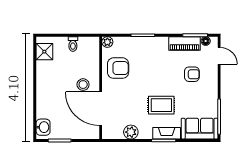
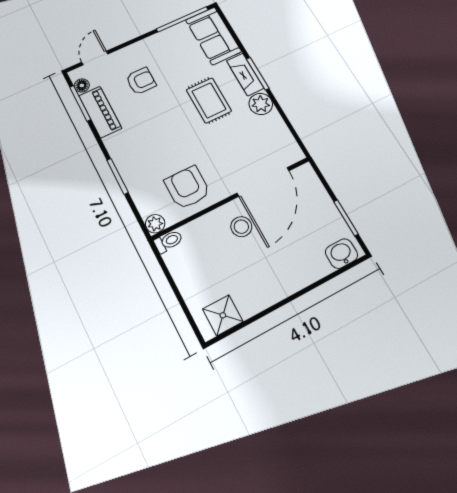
toilet: (73, 44) -> (168, 241), moved
armchair: (192, 74) -> (141, 81), turned 90
plant: (131, 132) -> (261, 104), moved

